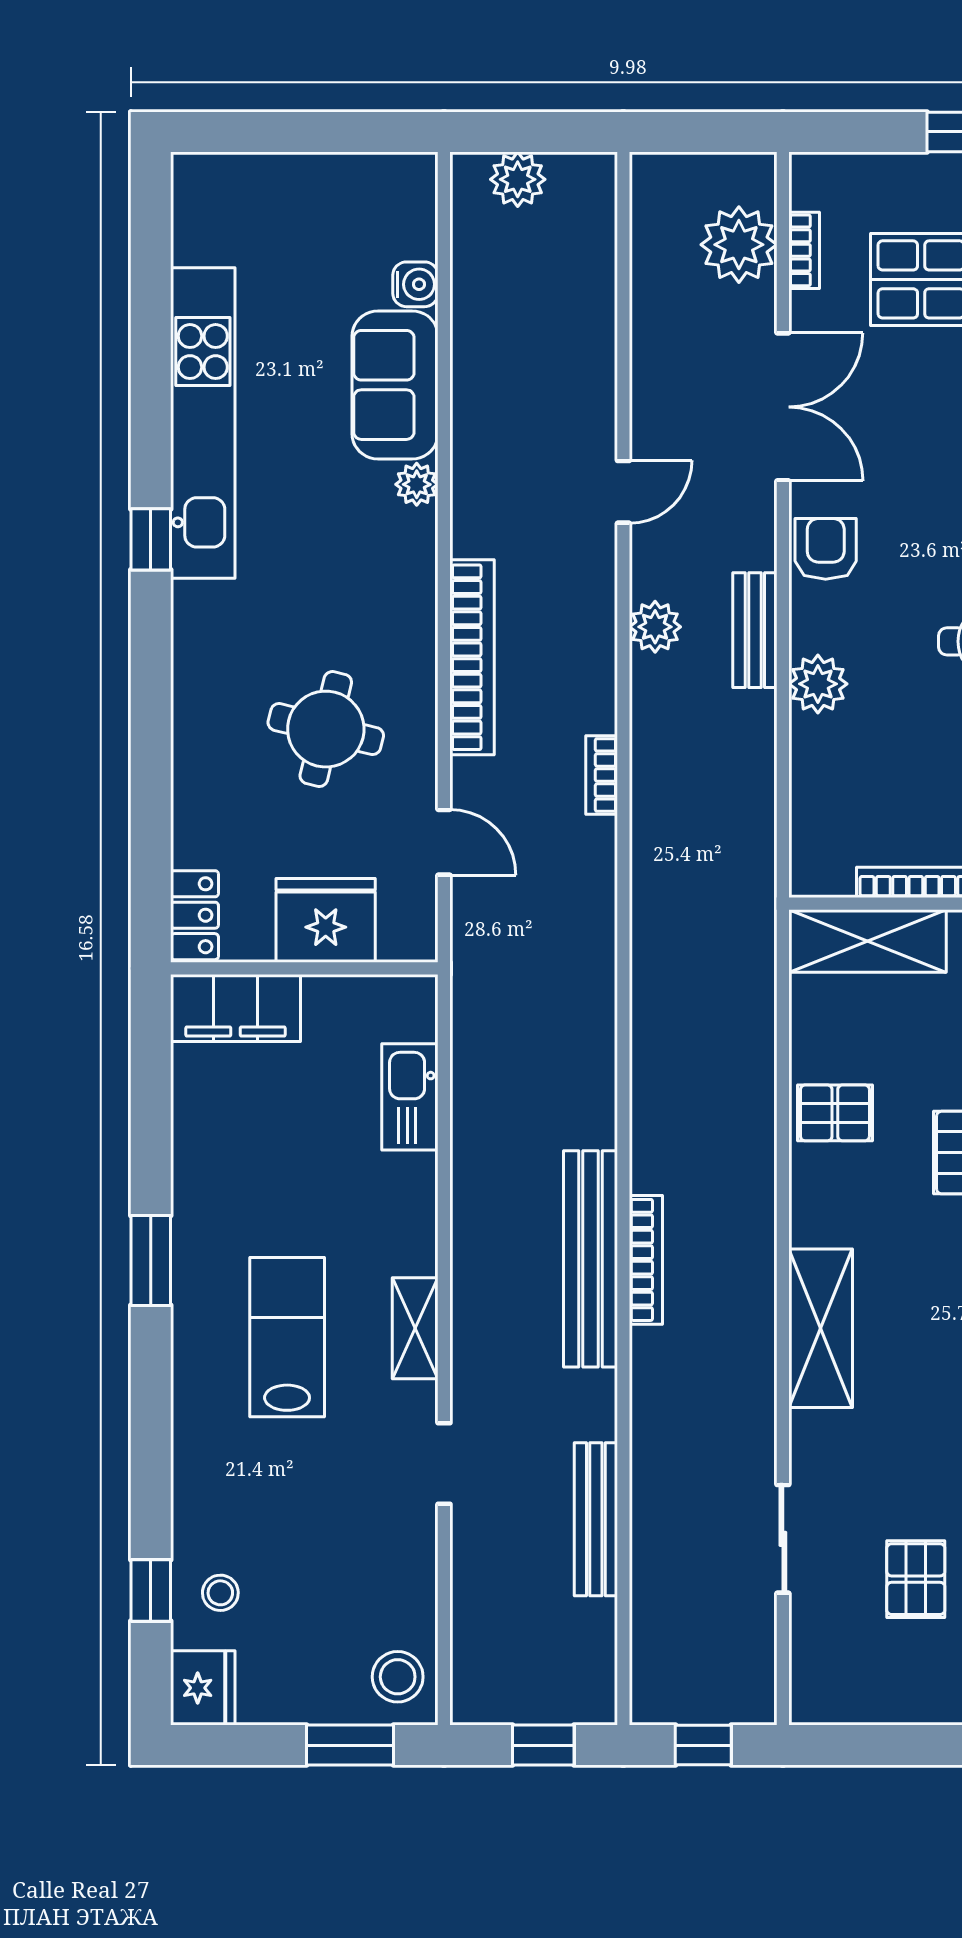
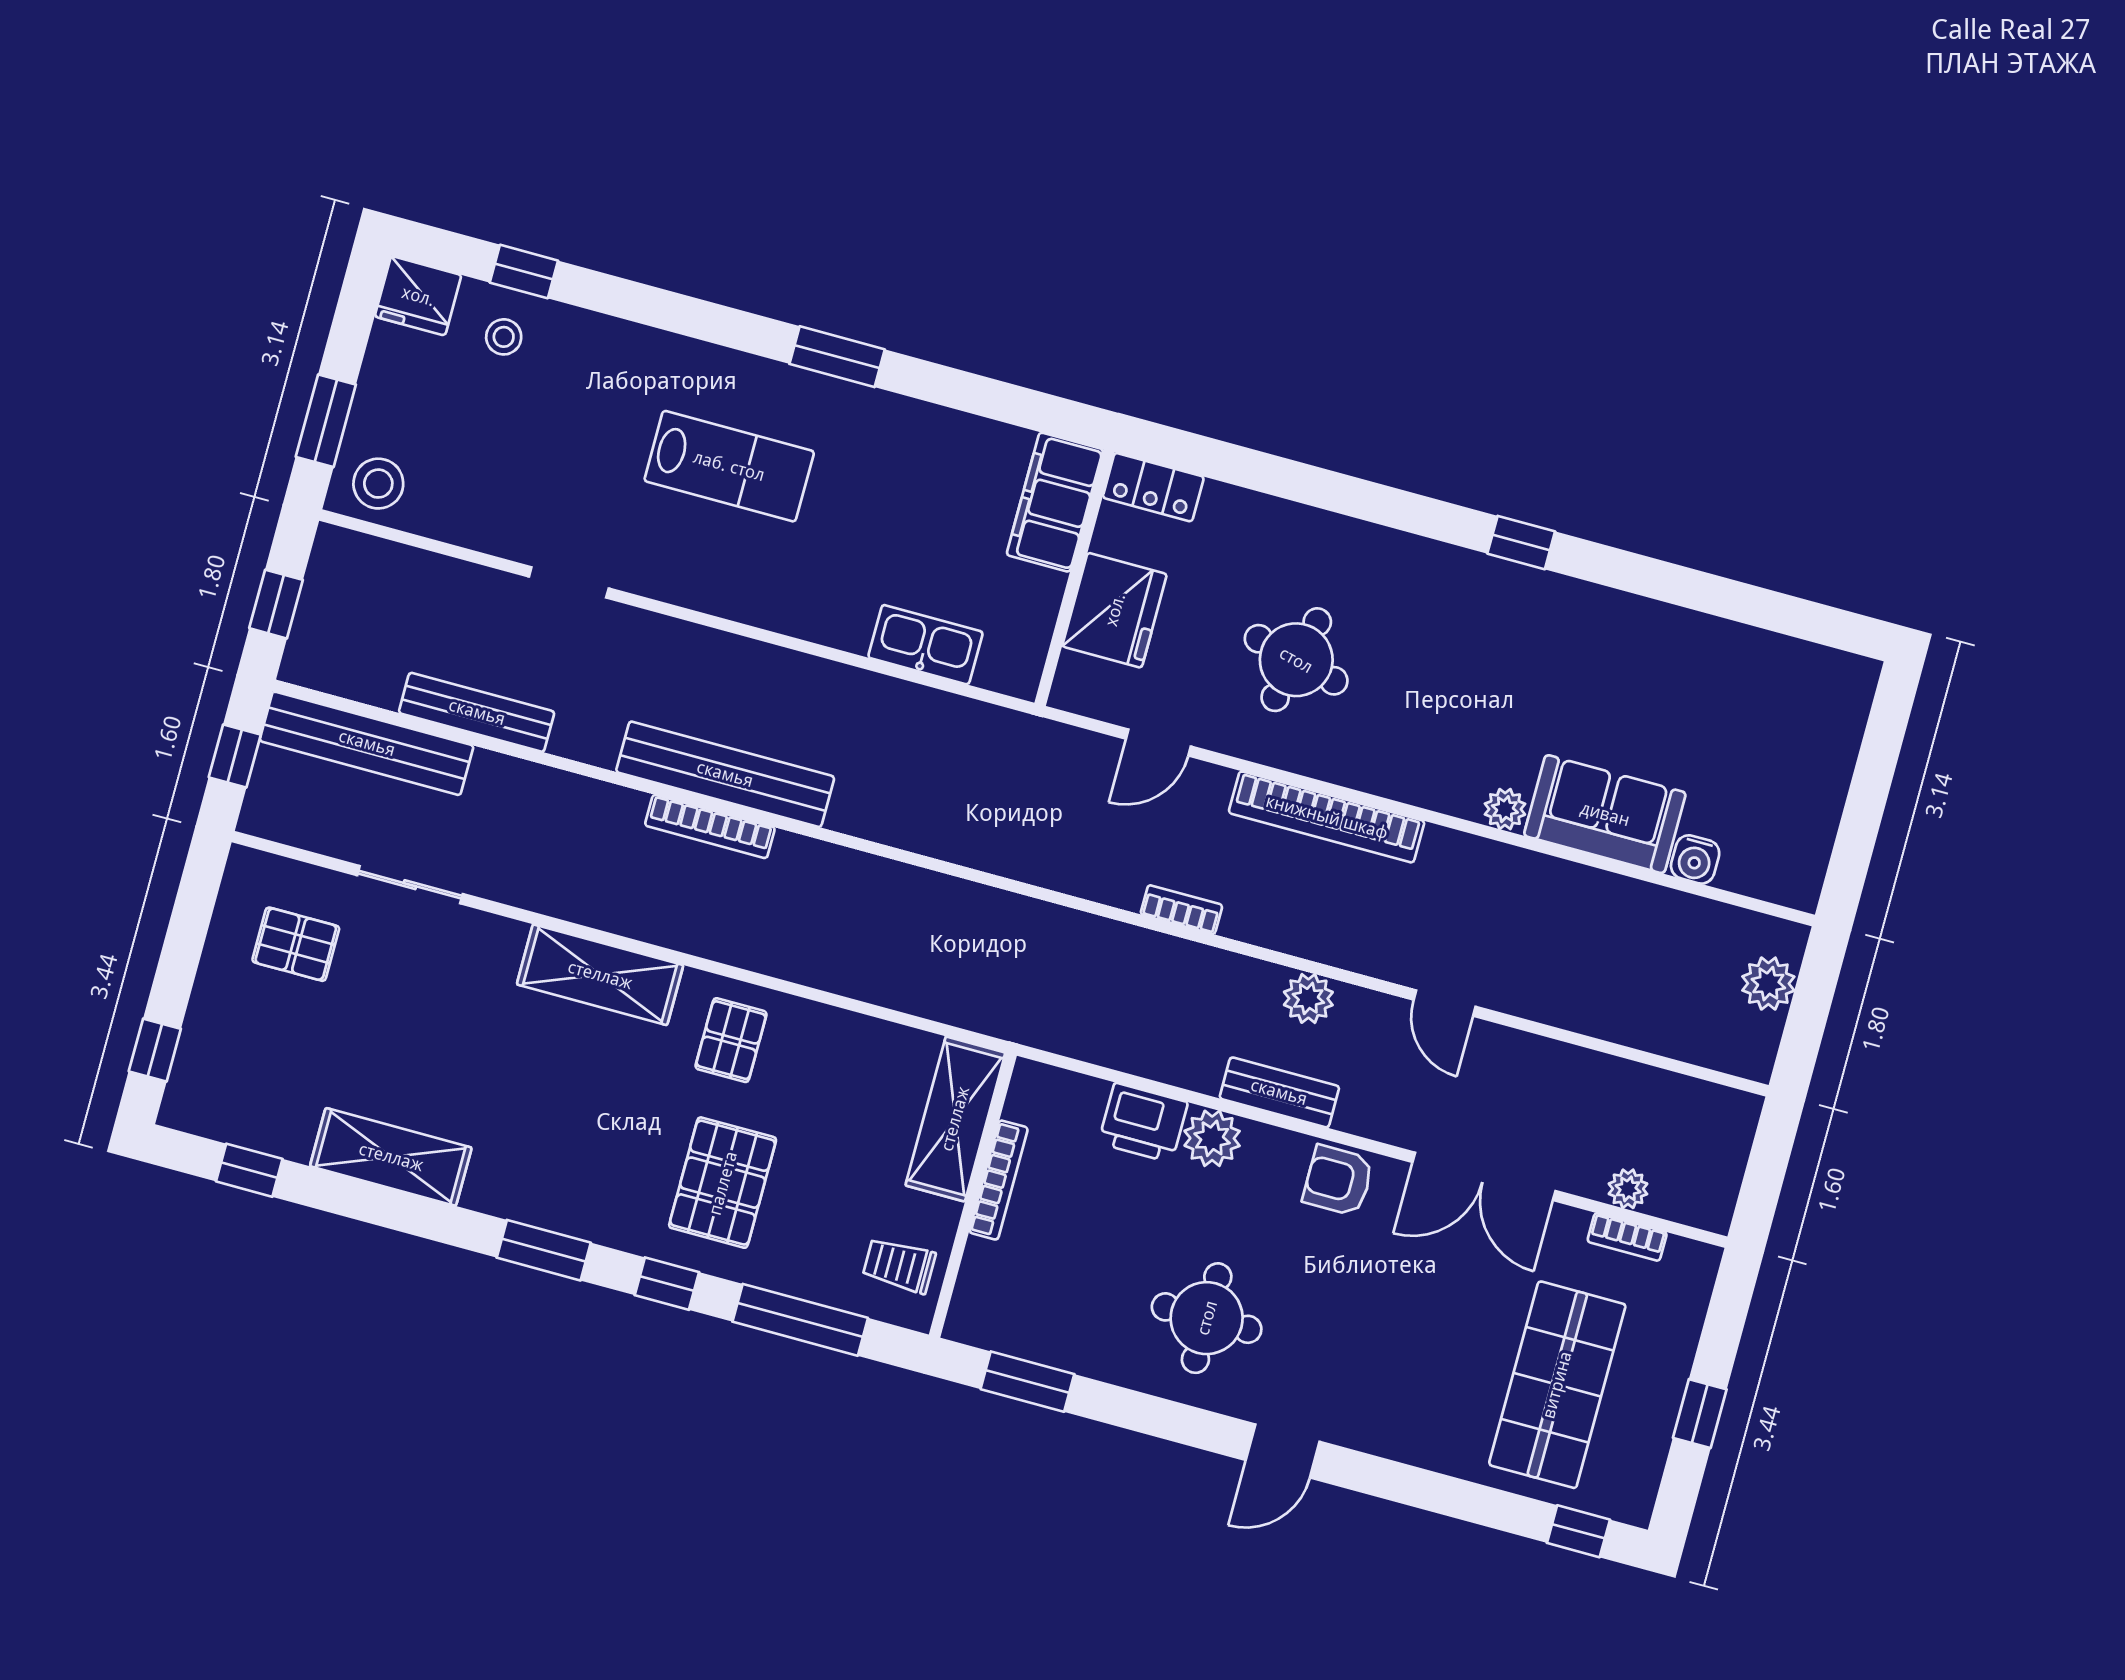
plant: (739, 245) -> (1628, 1189), width x0.53, depth x0.53
kitchen unit: (203, 423) -> (1618, 622), removed
armchair: (826, 549) -> (1338, 1181), turned 180
printer: (821, 756) -> (1143, 1123), added
pallet: (835, 1113) -> (731, 1040), moved
shelving: (415, 1328) -> (704, 590), removed
pallet: (916, 1579) -> (296, 944), moved
bench: (656, 1619) -> (367, 743), added

